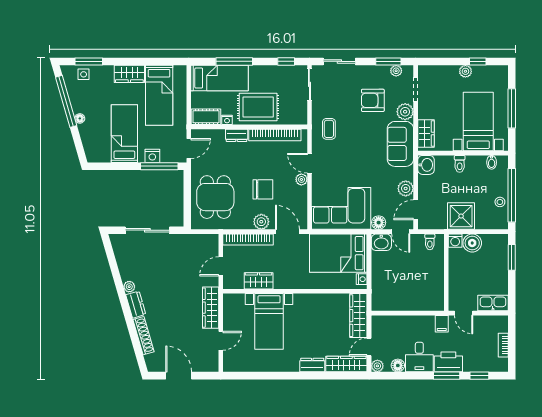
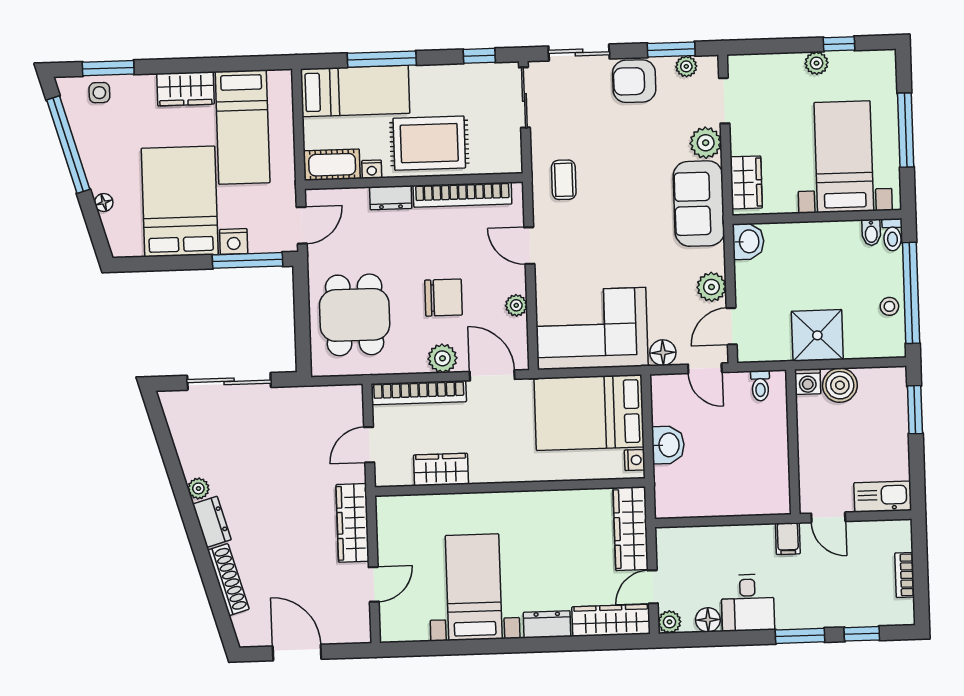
armchair: (373, 100) -> (634, 81), moved
floor lamp: (80, 118) -> (104, 202), moved
bed: (124, 134) -> (180, 201), width x1.50
toilet: (460, 164) -> (892, 235), moved
plant: (301, 179) -> (516, 305), moved
washbasin: (381, 242) -> (668, 445), moved, turned -90
bed with nightstands: (269, 321) -> (474, 587), moved, turned 180
printer: (448, 362) -> (803, 610), removed

